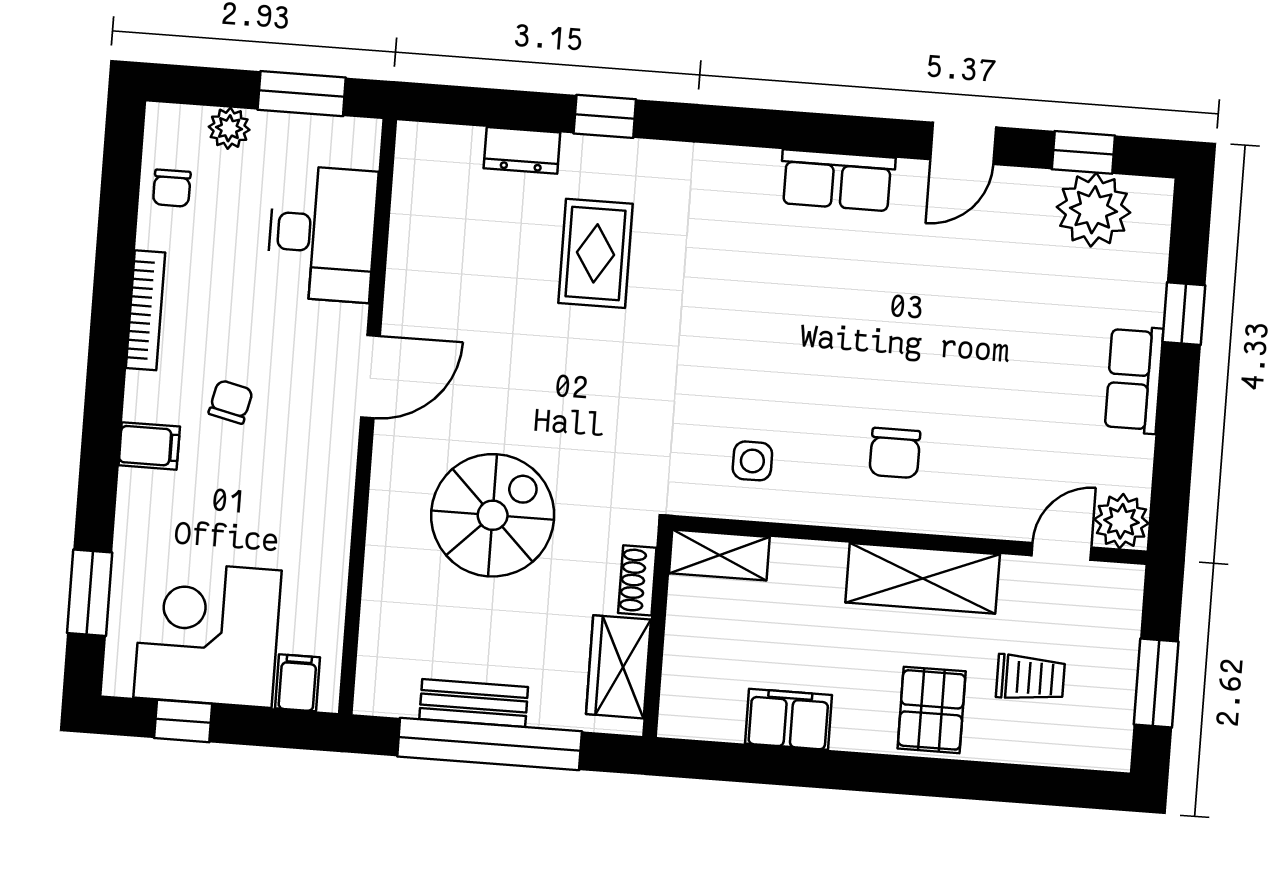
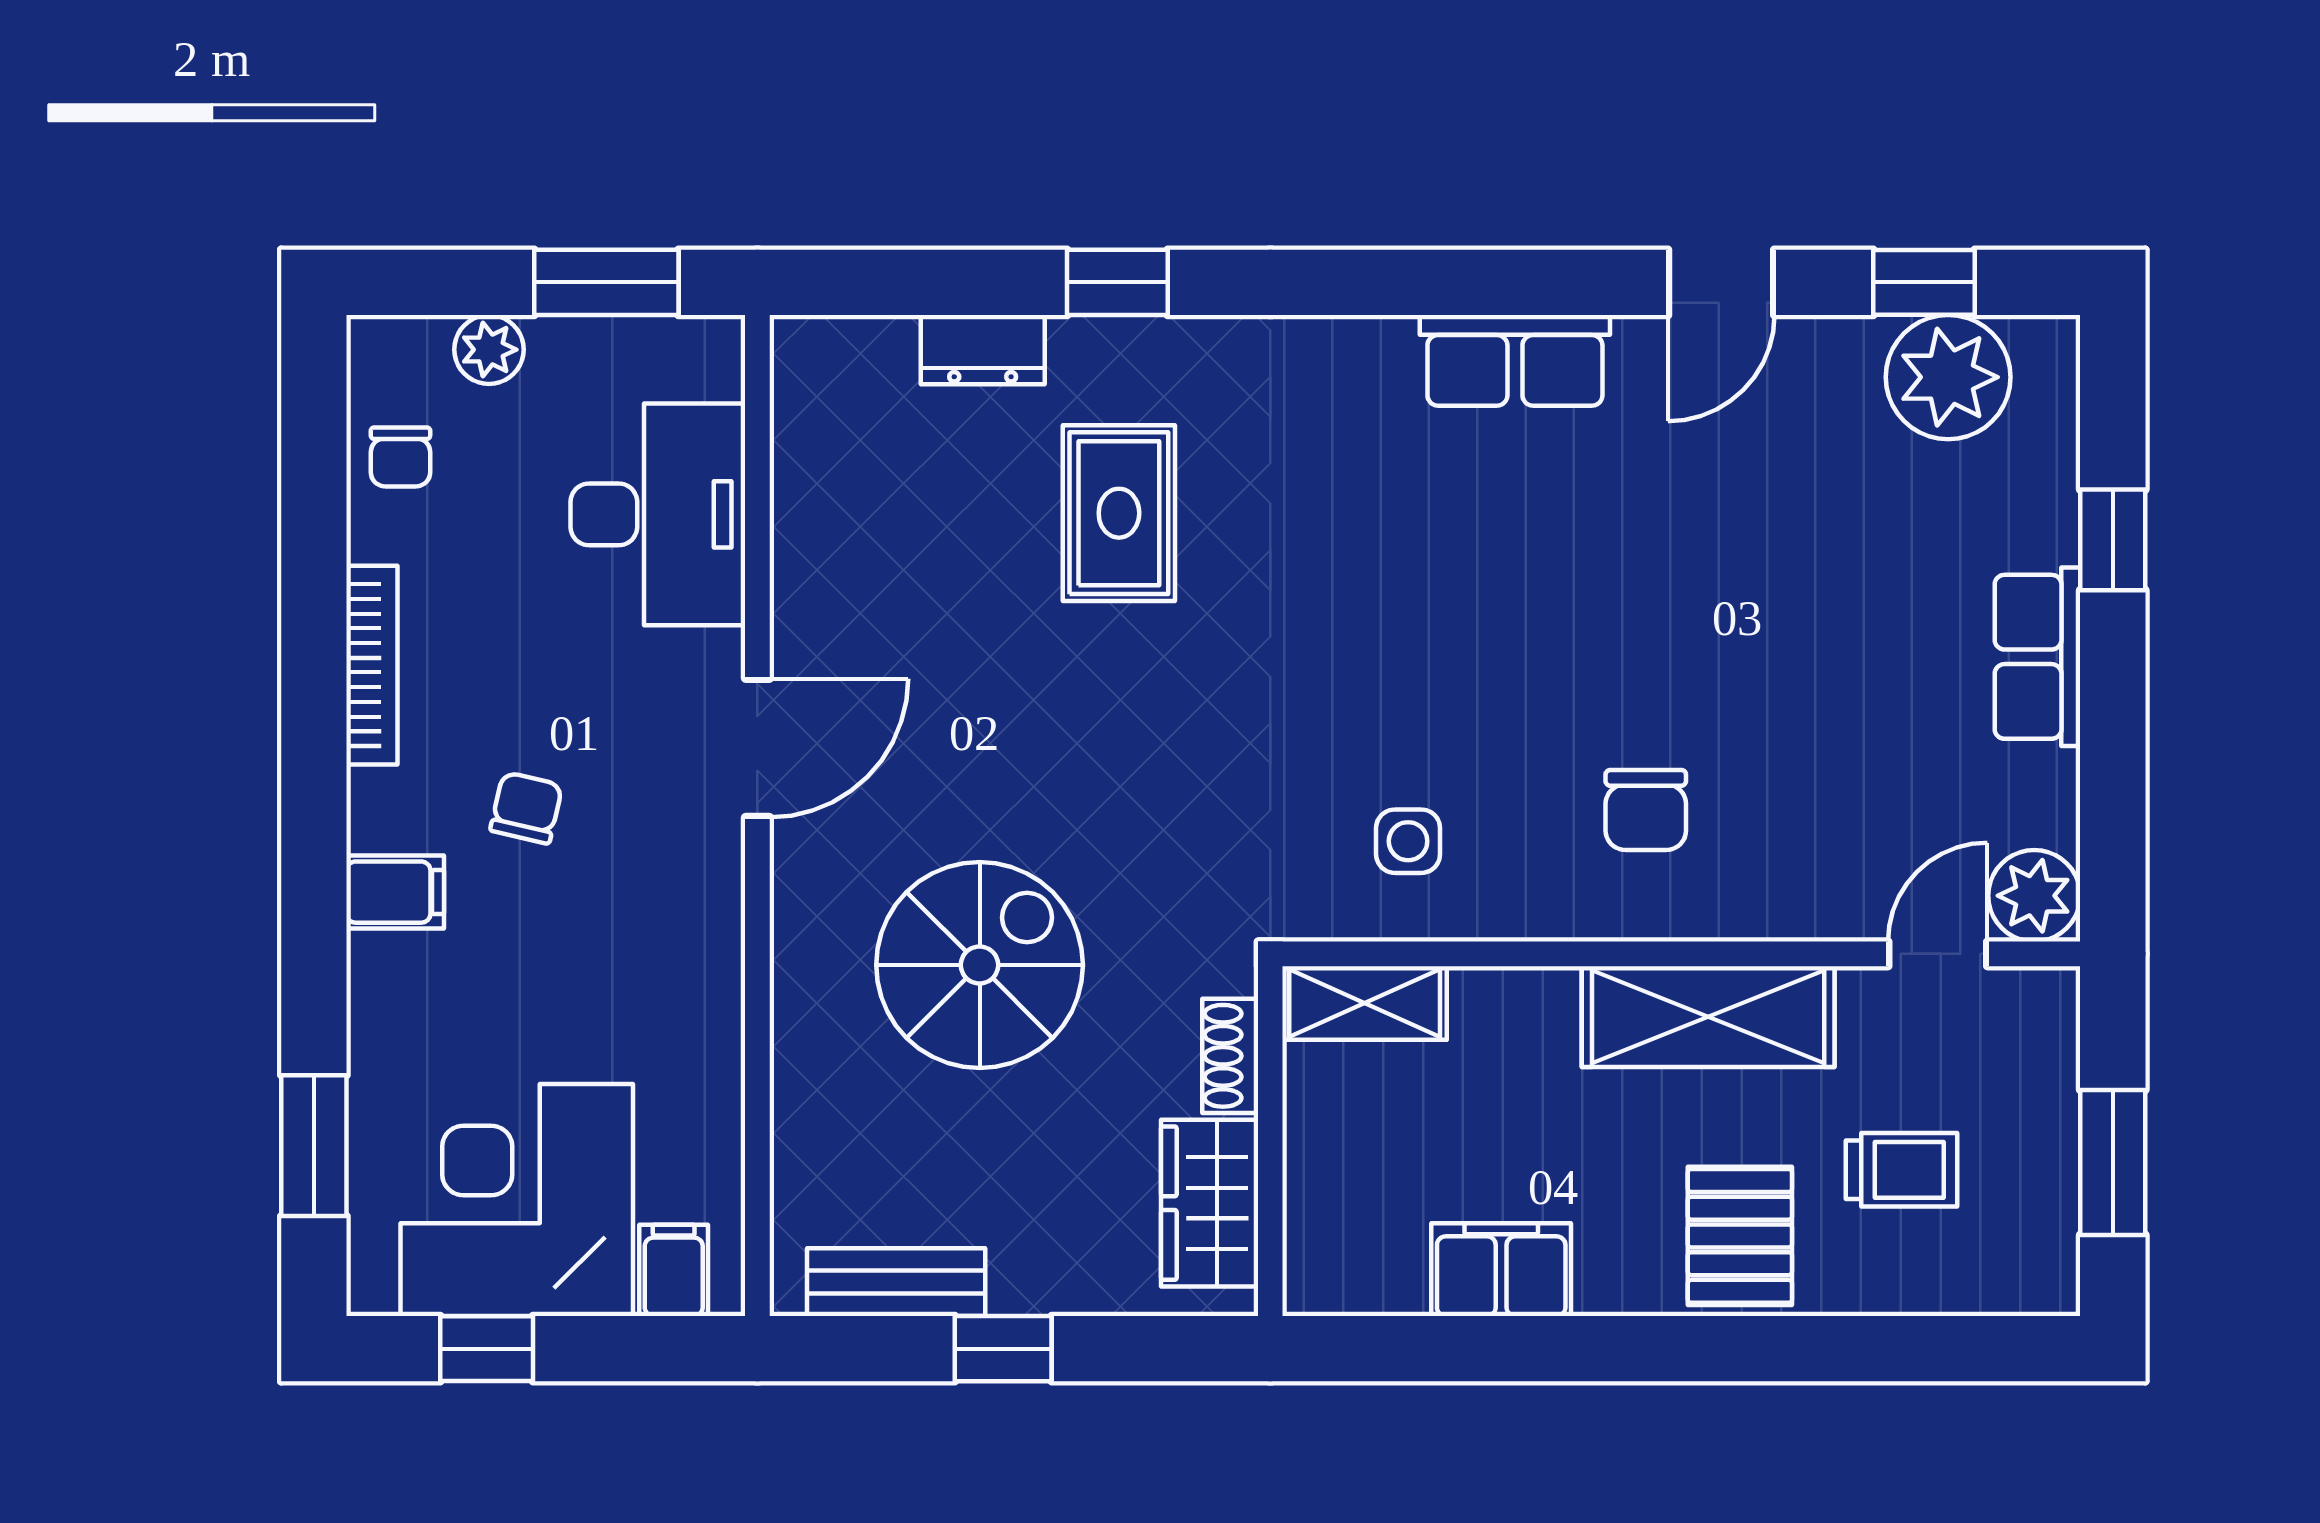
bench: (474, 703) -> (896, 1282), moved
window: (490, 744) -> (1003, 1349), width x0.32

